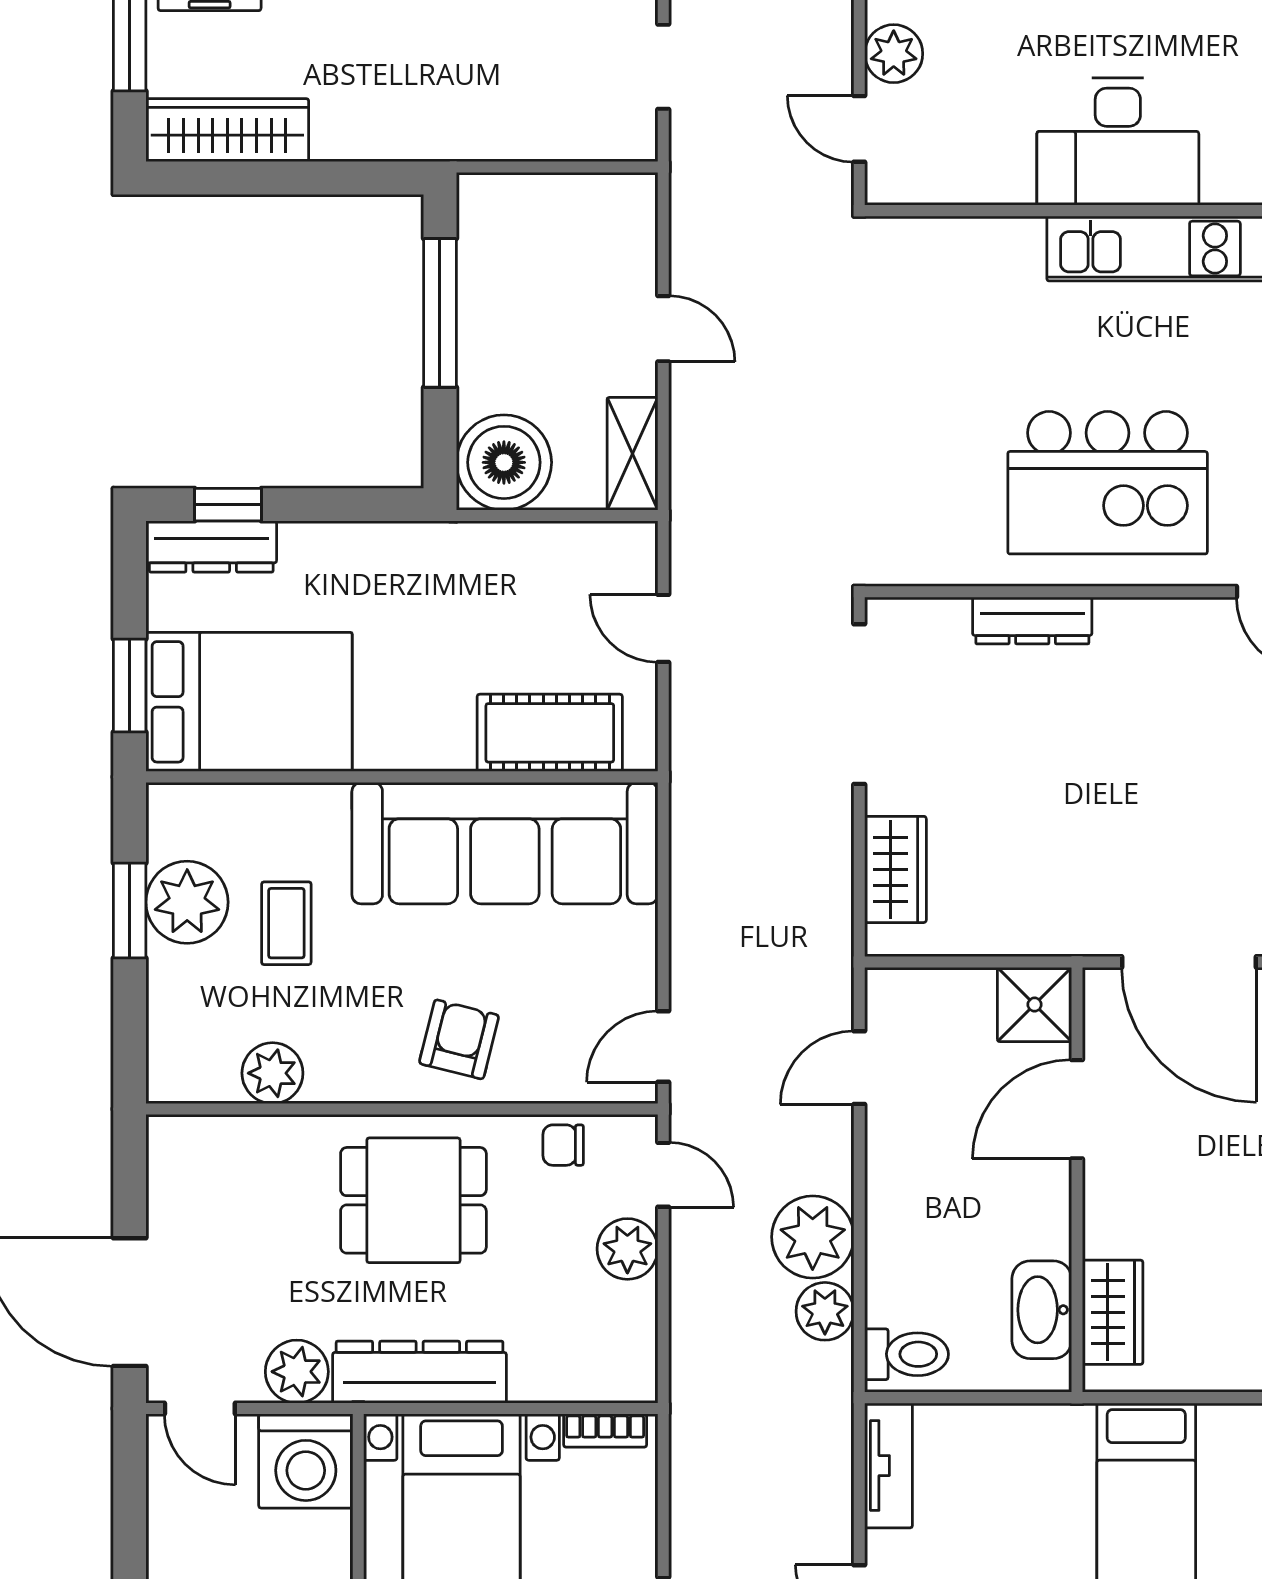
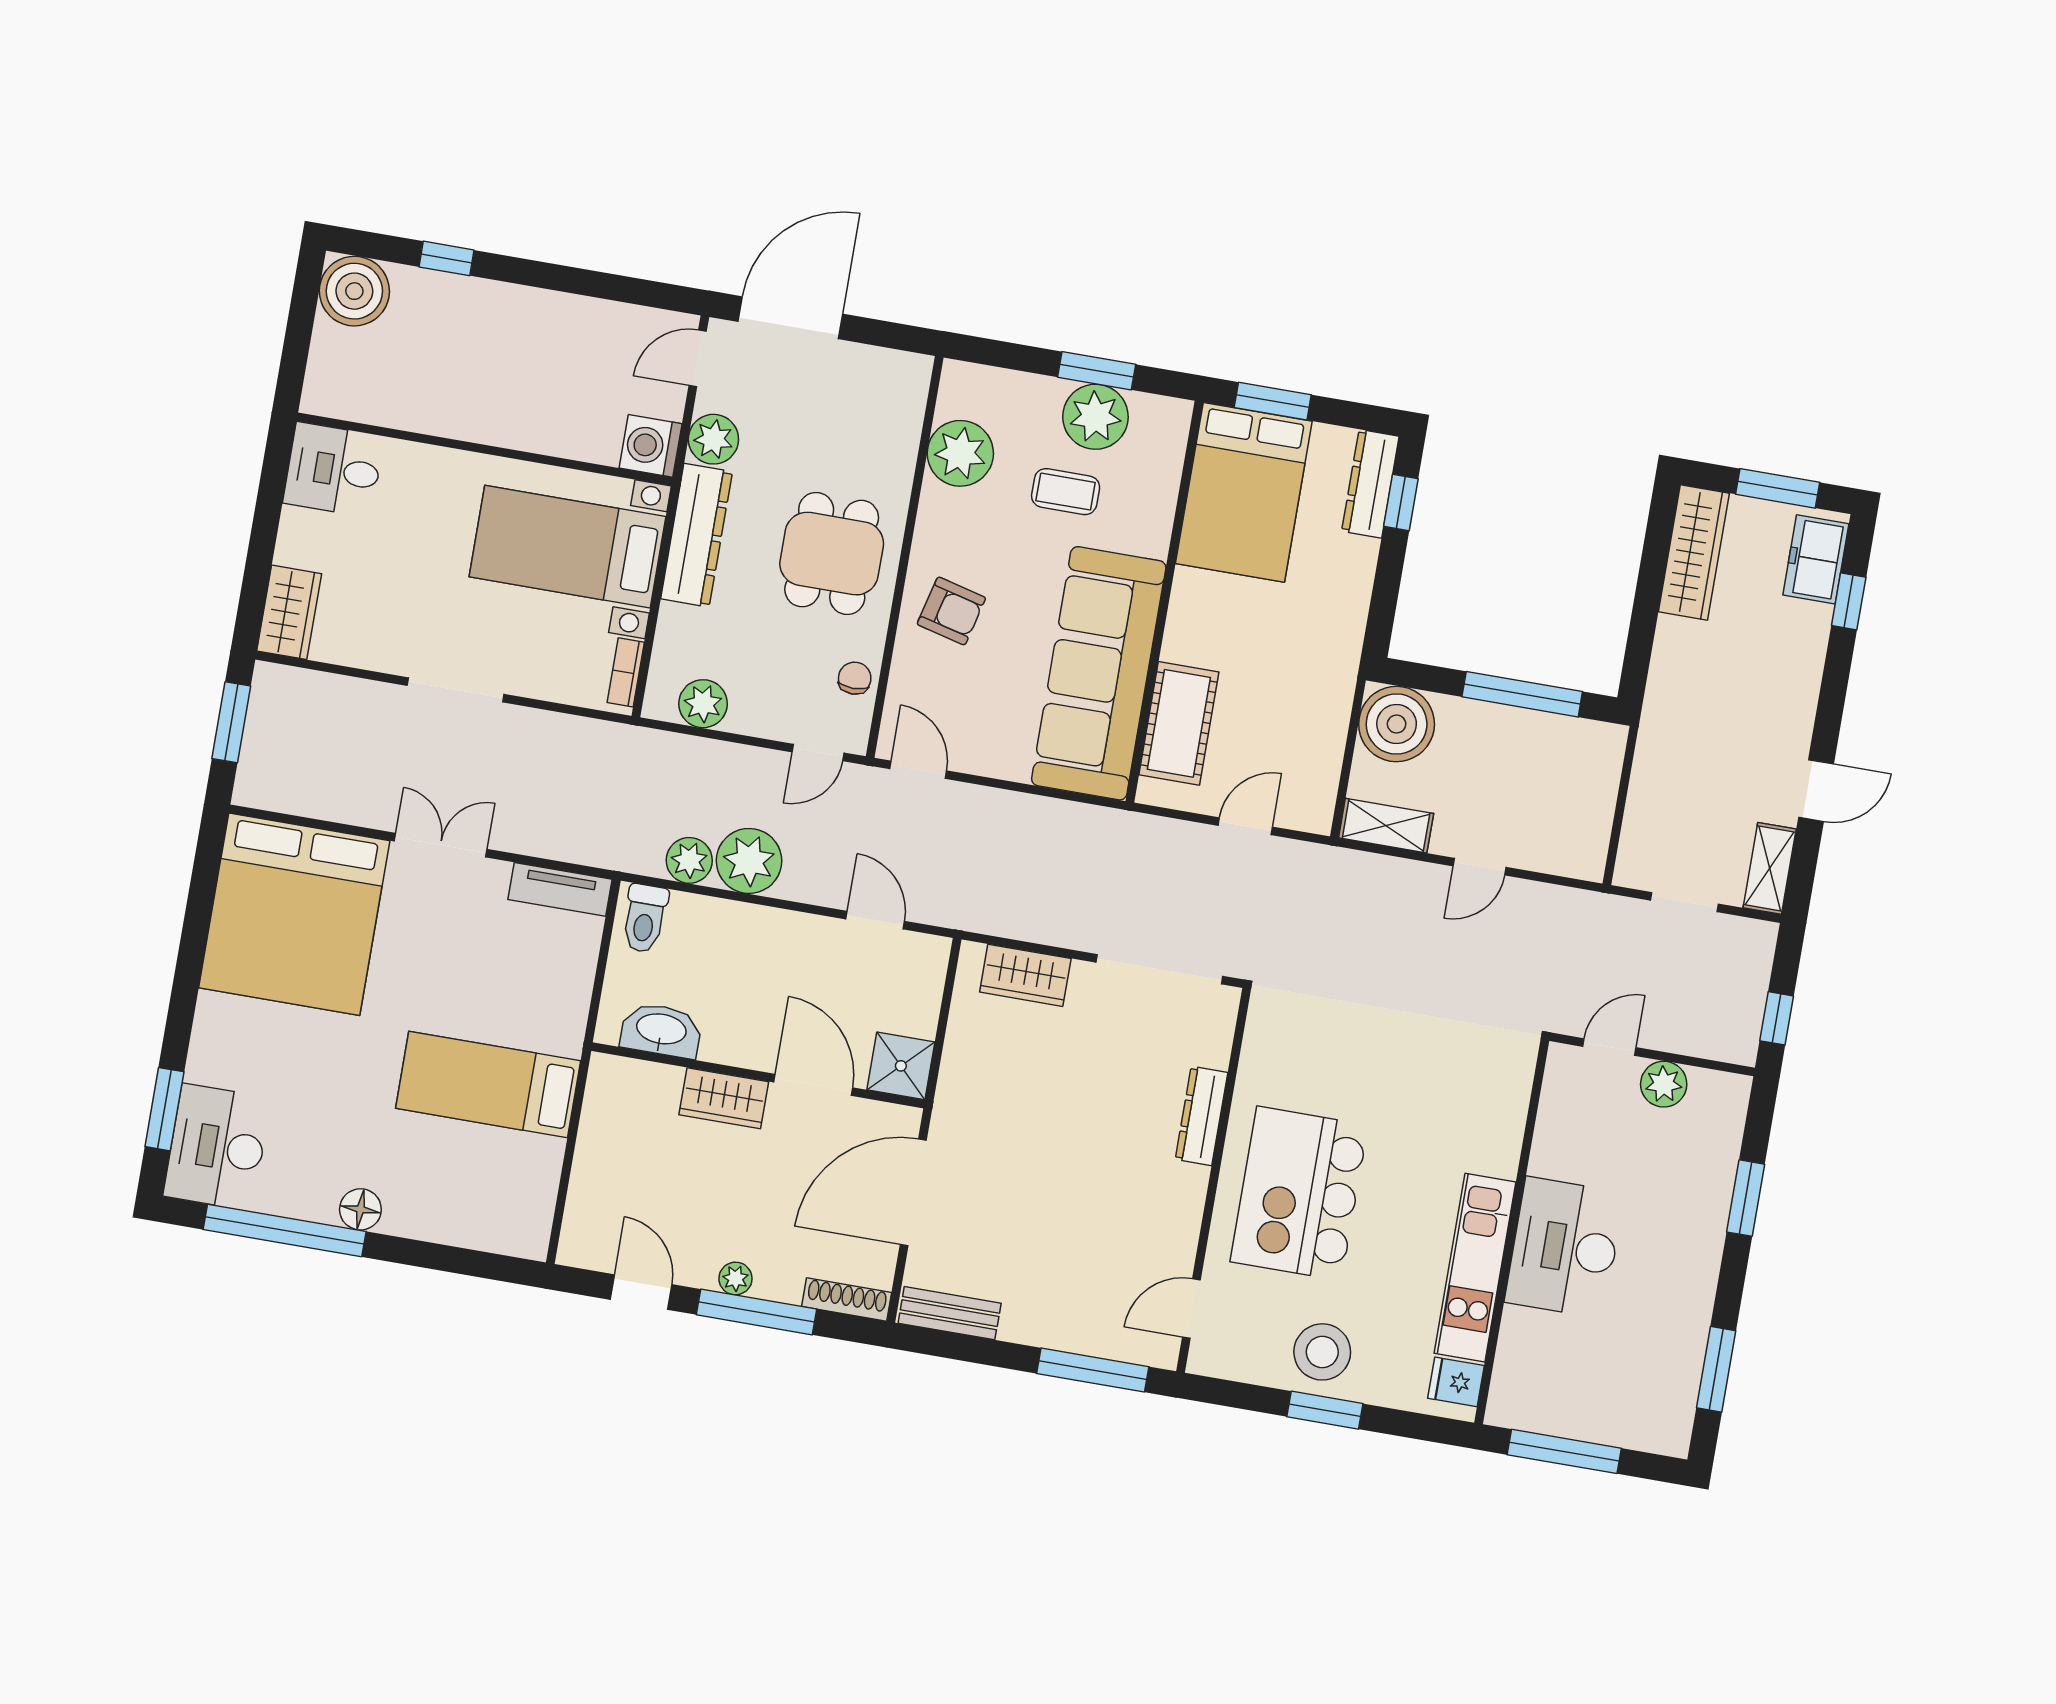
plant: (272, 1073) -> (960, 453), width x1.36, depth x1.36
plant: (627, 1249) -> (703, 704), moved
wardrobe: (1113, 1312) -> (724, 1098), moved
washing machine: (306, 1461) -> (651, 446), width x0.73, depth x0.73

